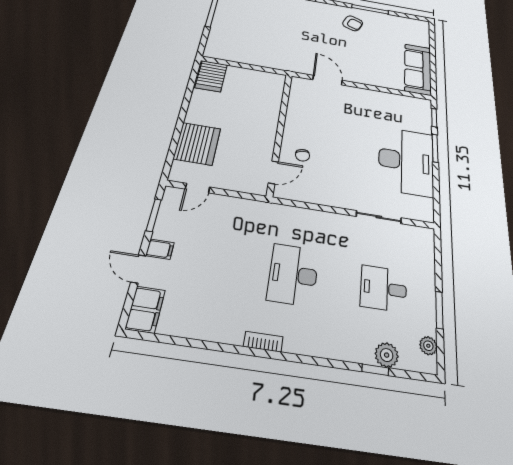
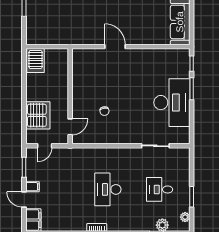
wall: (280, 132) -> (70, 96), moved
door: (273, 172) -> (70, 127), moved

